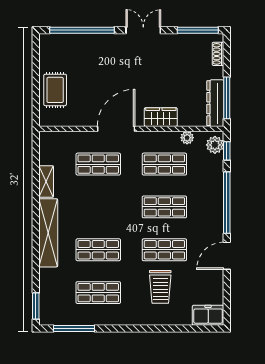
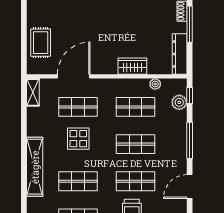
window: (227, 98) -> (190, 24), moved
door: (116, 129) -> (74, 76), moved
plant: (215, 145) -> (179, 102), moved
shelving: (46, 182) -> (33, 92), moved
display table: (99, 201) -> (78, 139), added
window: (227, 203) -> (190, 140), width x0.68

